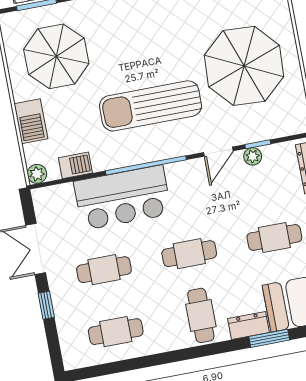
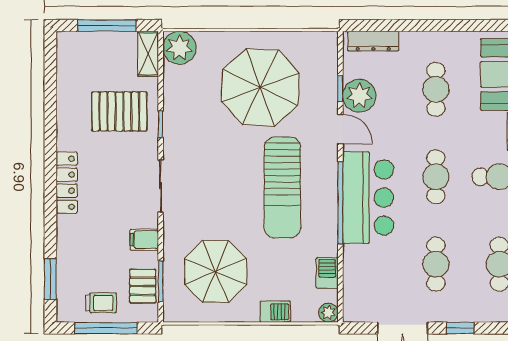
barbecue: (31, 121) -> (275, 312), width x0.73, depth x0.79
plant: (253, 156) -> (359, 96), width x1.88, depth x1.88
bar counter: (123, 198) -> (368, 198), moved

